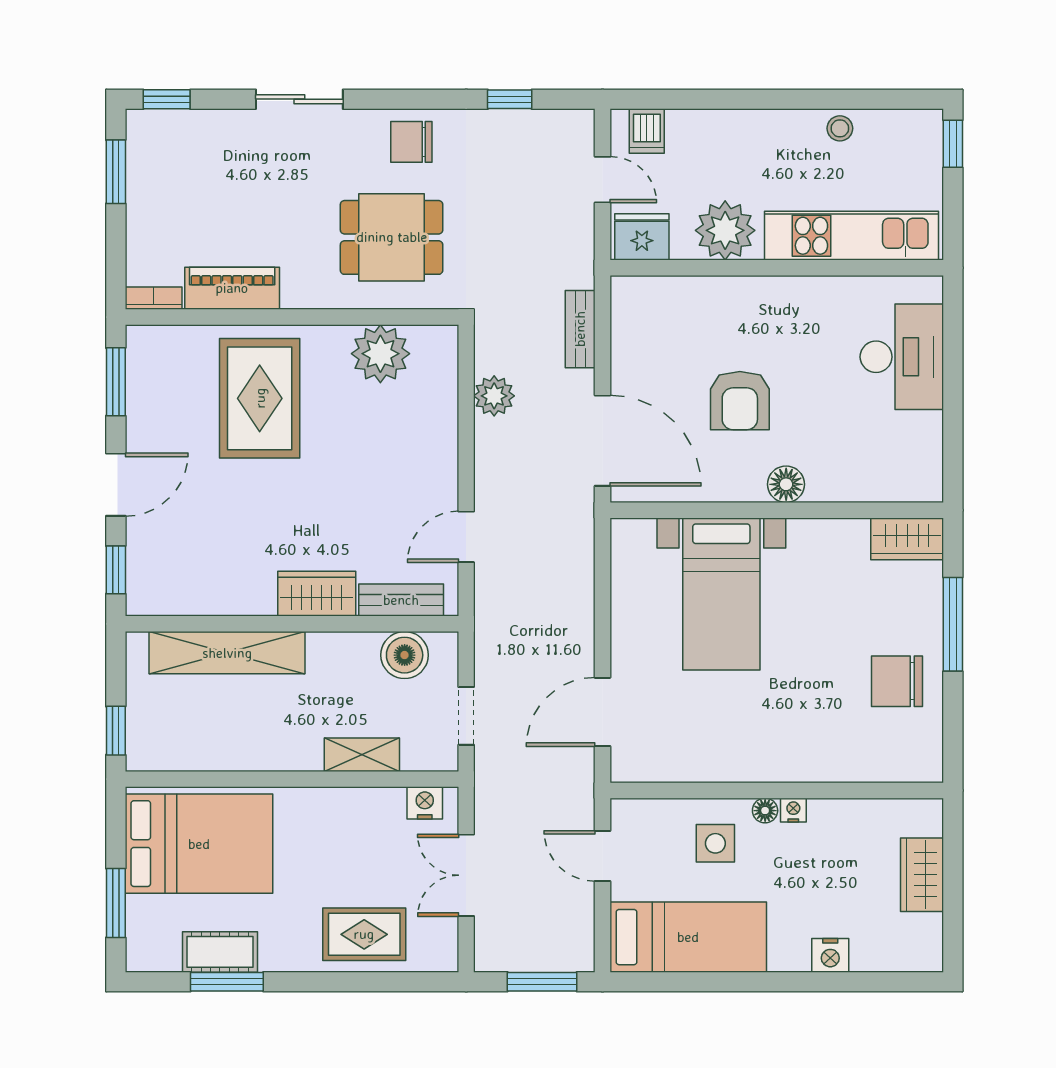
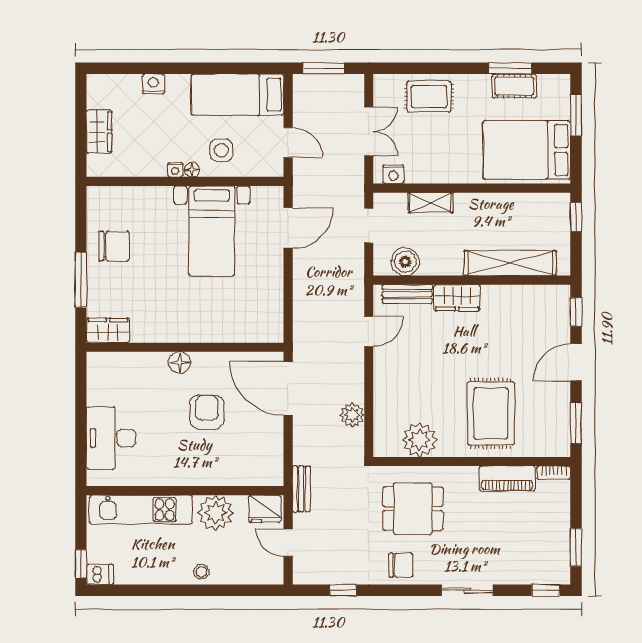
stool: (840, 128) -> (201, 572), moved
dishwasher: (647, 131) -> (100, 574), moved, turned 90
bench: (580, 329) -> (301, 489), moved
bed with nightstands: (721, 594) -> (212, 231), moved, turned 180

